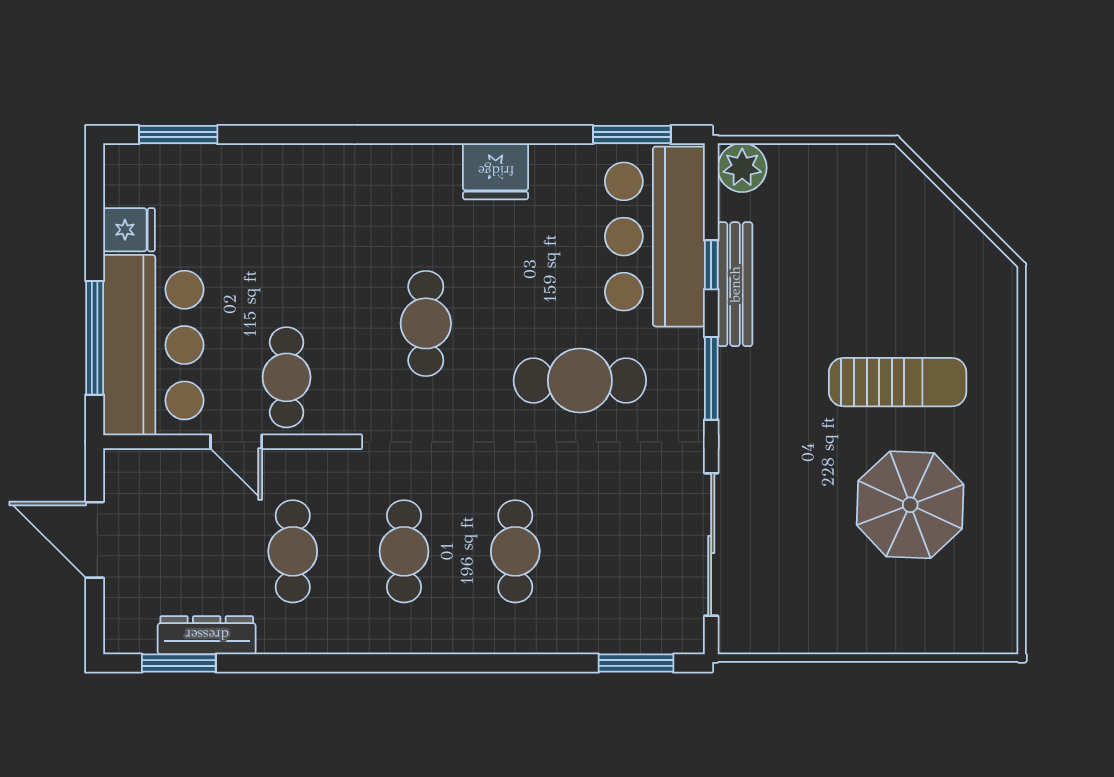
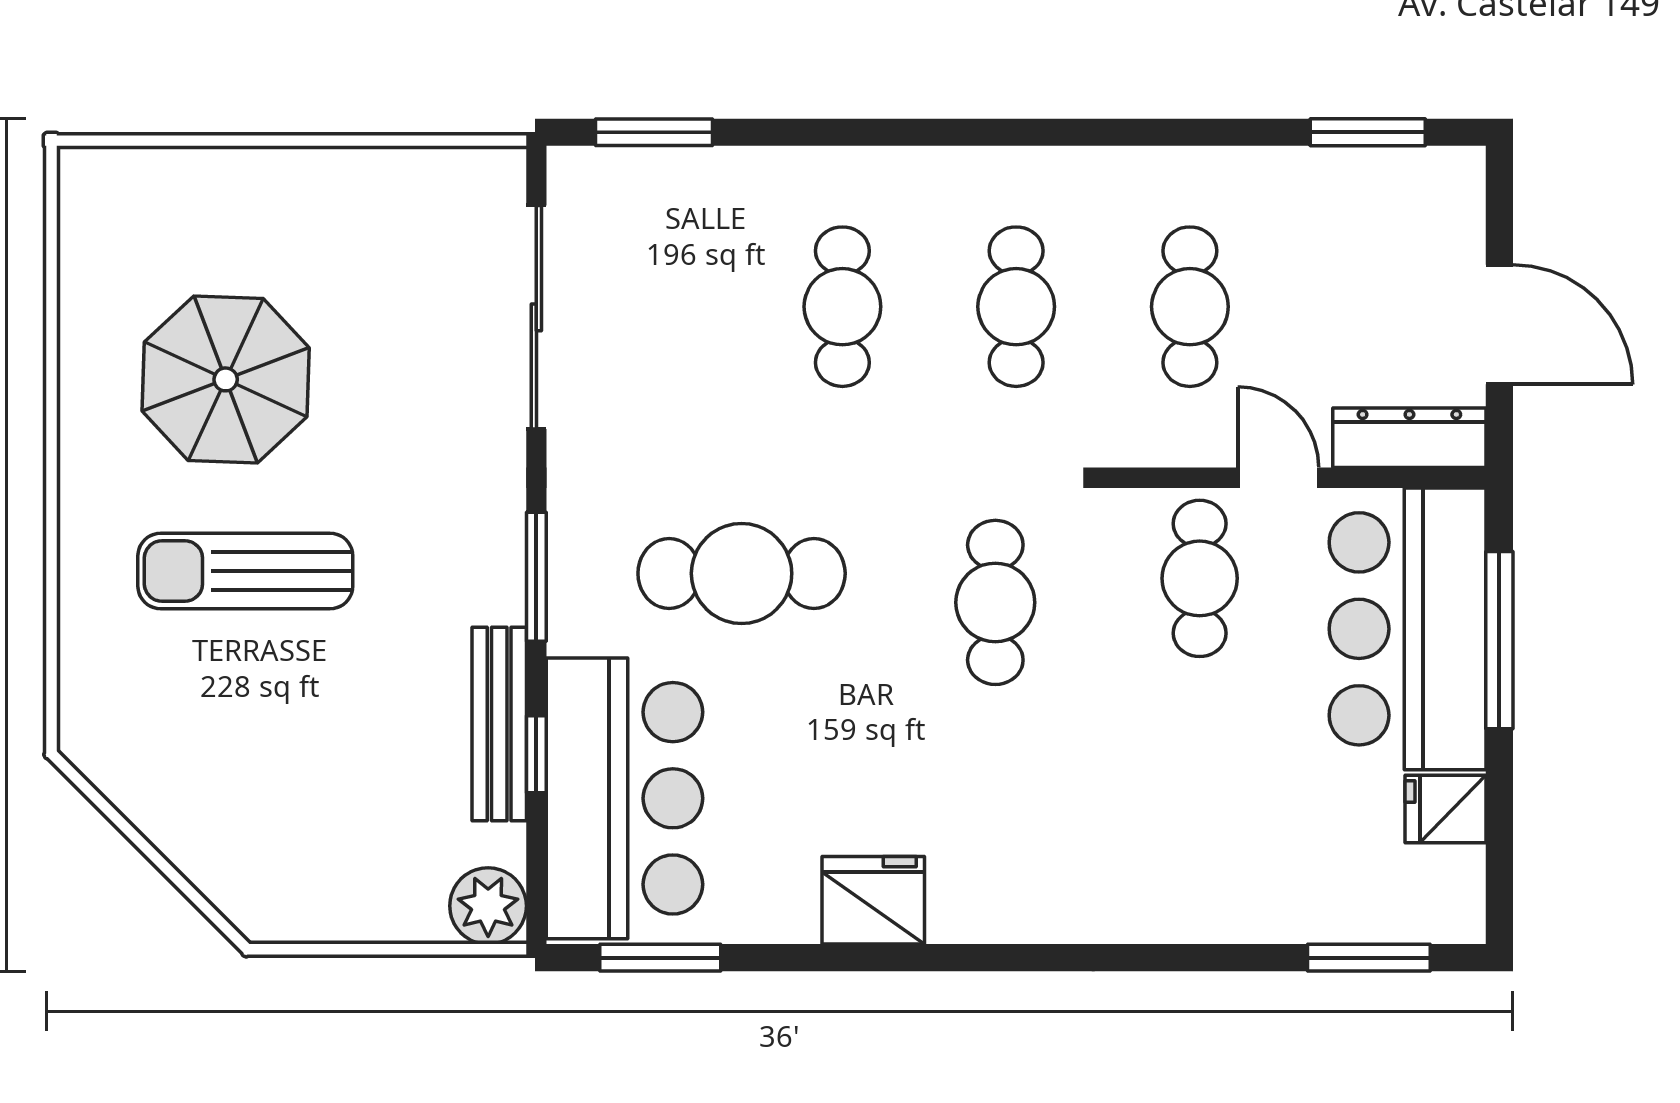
cafe table: (426, 323) -> (995, 602), moved
dresser: (207, 635) -> (1409, 438), moved, turned 180

